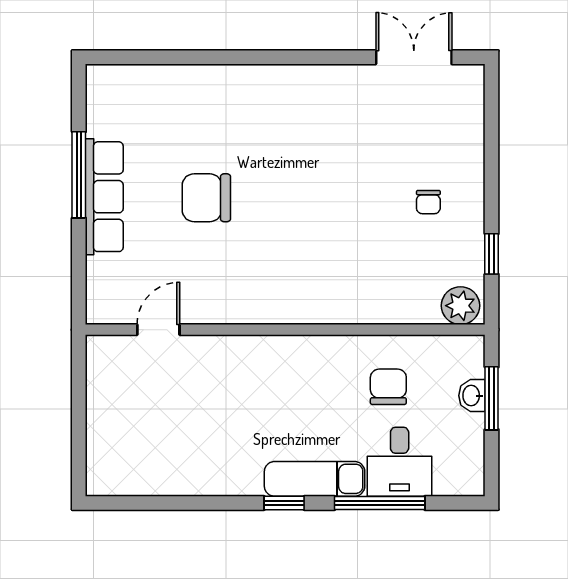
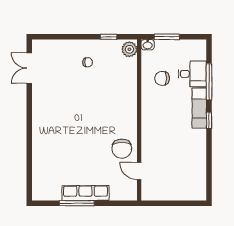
chair: (206, 198) -> (122, 149), moved
washbasin: (472, 396) -> (148, 45), moved

